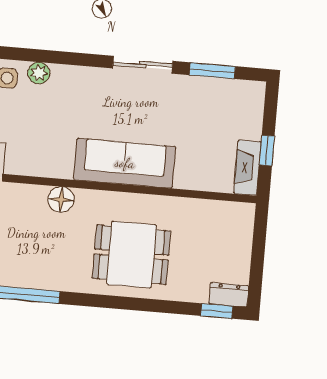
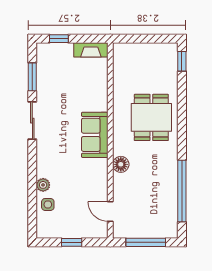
window: (267, 150) -> (59, 39), moved
sofa: (125, 163) -> (95, 135), width x0.73
dresser: (229, 295) -> (171, 55), removed

